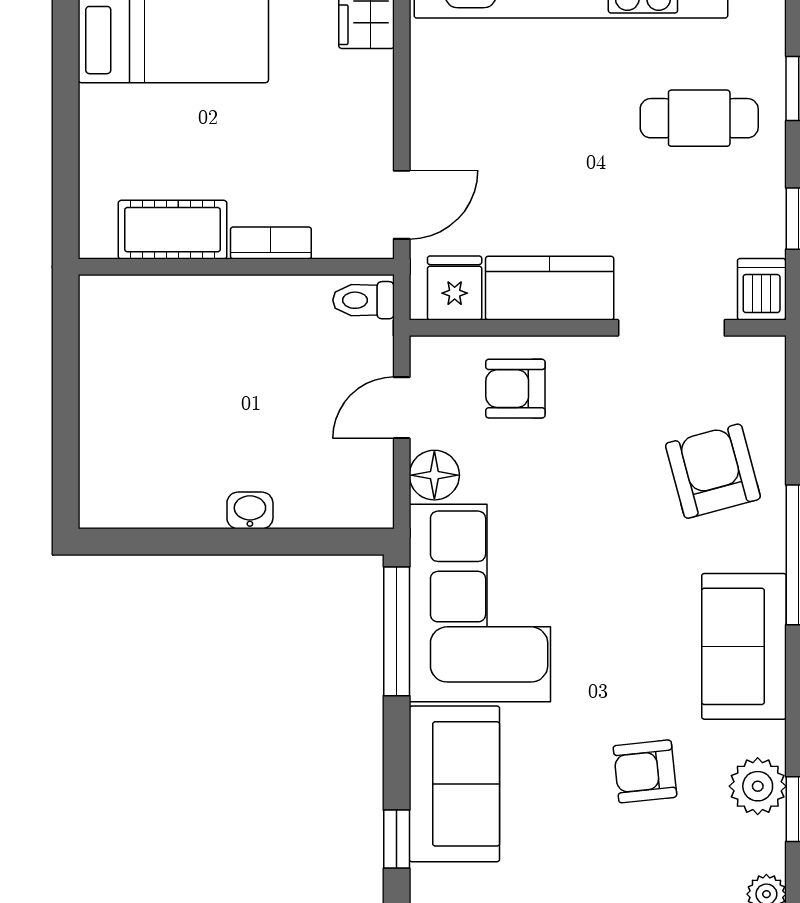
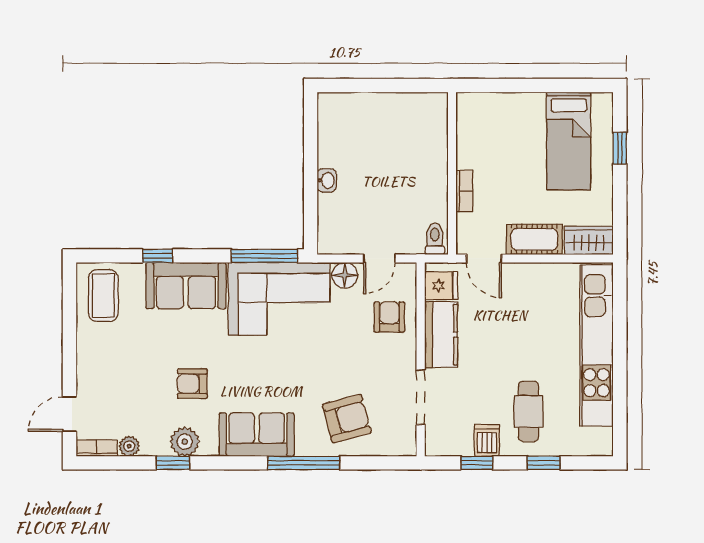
cot: (172, 230) -> (534, 239), moved, turned 90
dishwasher: (762, 289) -> (487, 440), moved, turned -90
door: (402, 408) -> (379, 258), swing flipped
armchair: (645, 771) -> (192, 384), turned -84

